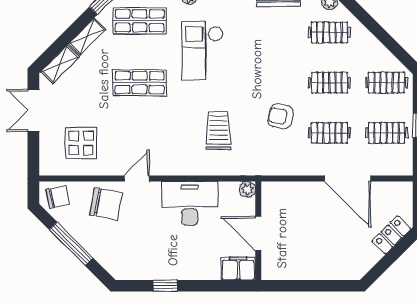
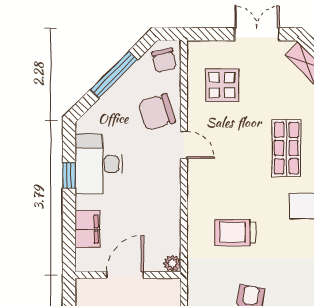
trolley: (219, 131) -> (235, 232), turned 180
desk: (190, 203) -> (99, 164), moved, turned 180
chair: (106, 204) -> (157, 112), turned 63
filing cabinet: (238, 269) -> (87, 229), moved

